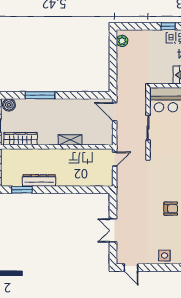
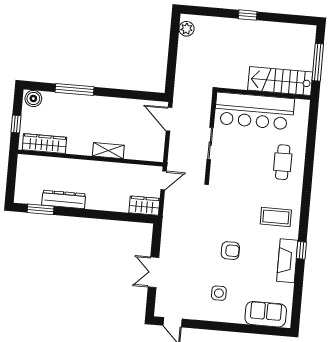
wardrobe: (102, 180) -> (144, 206), added
side table: (165, 256) -> (219, 293), moved

